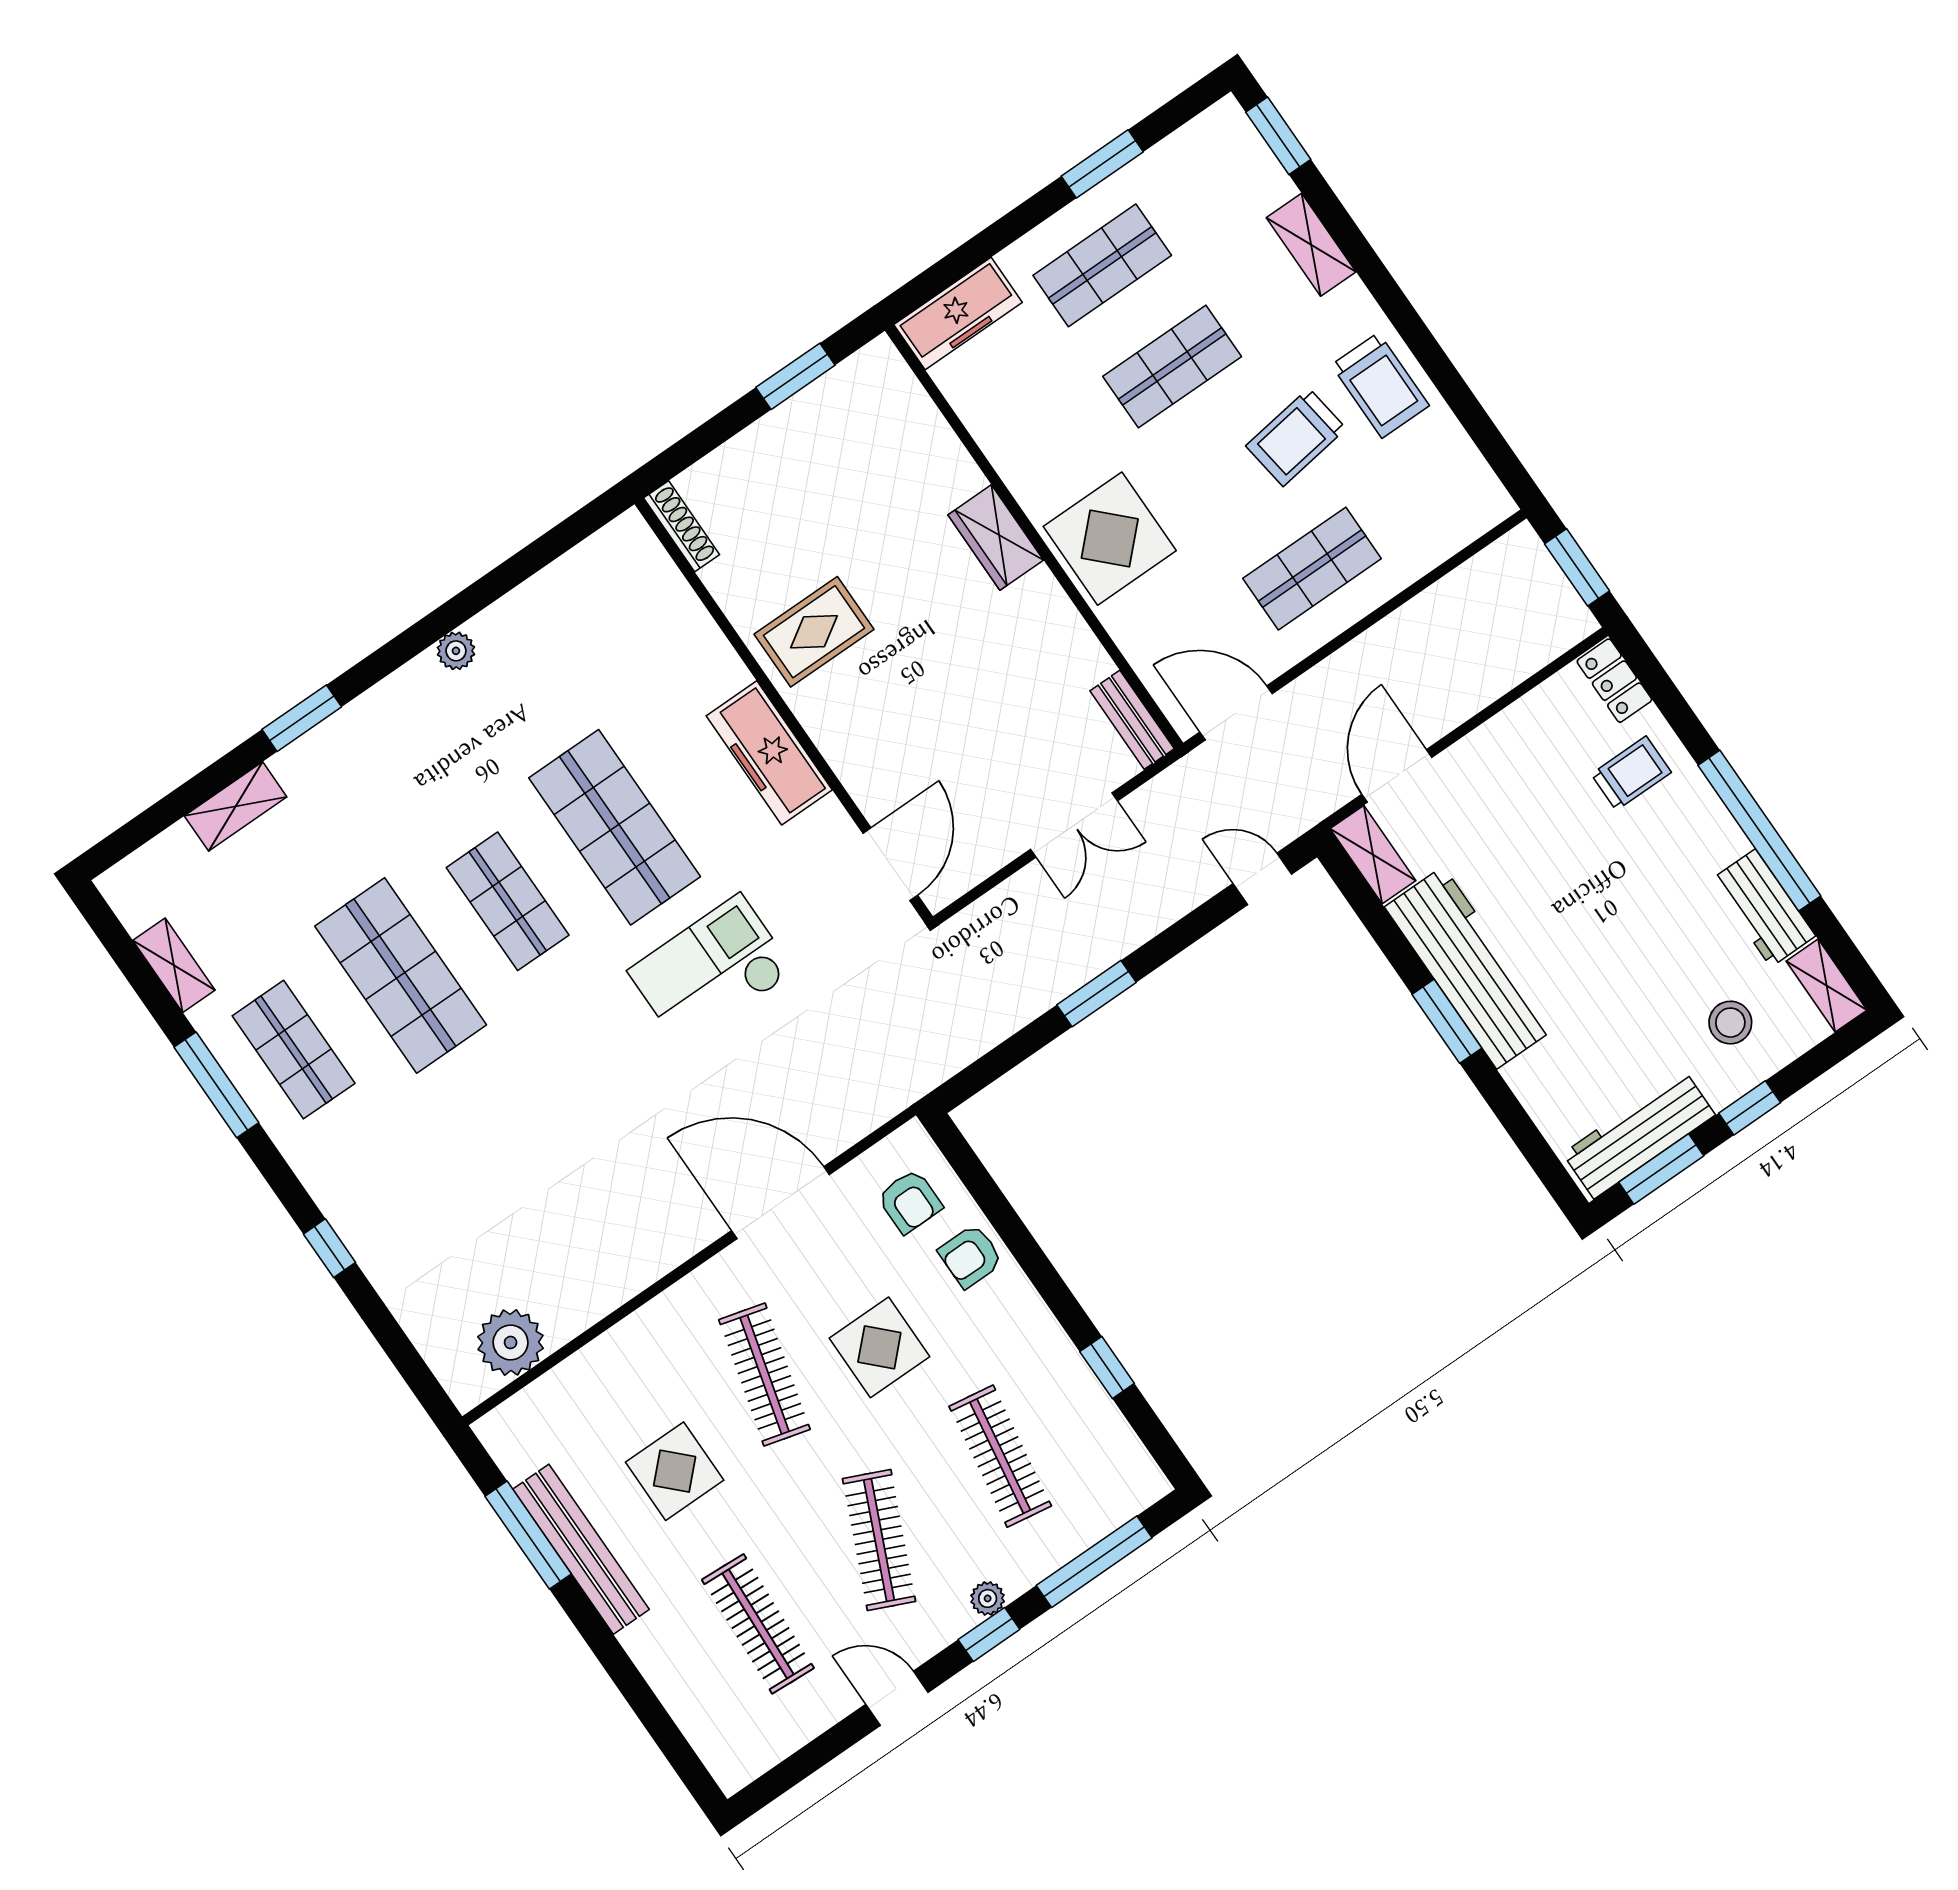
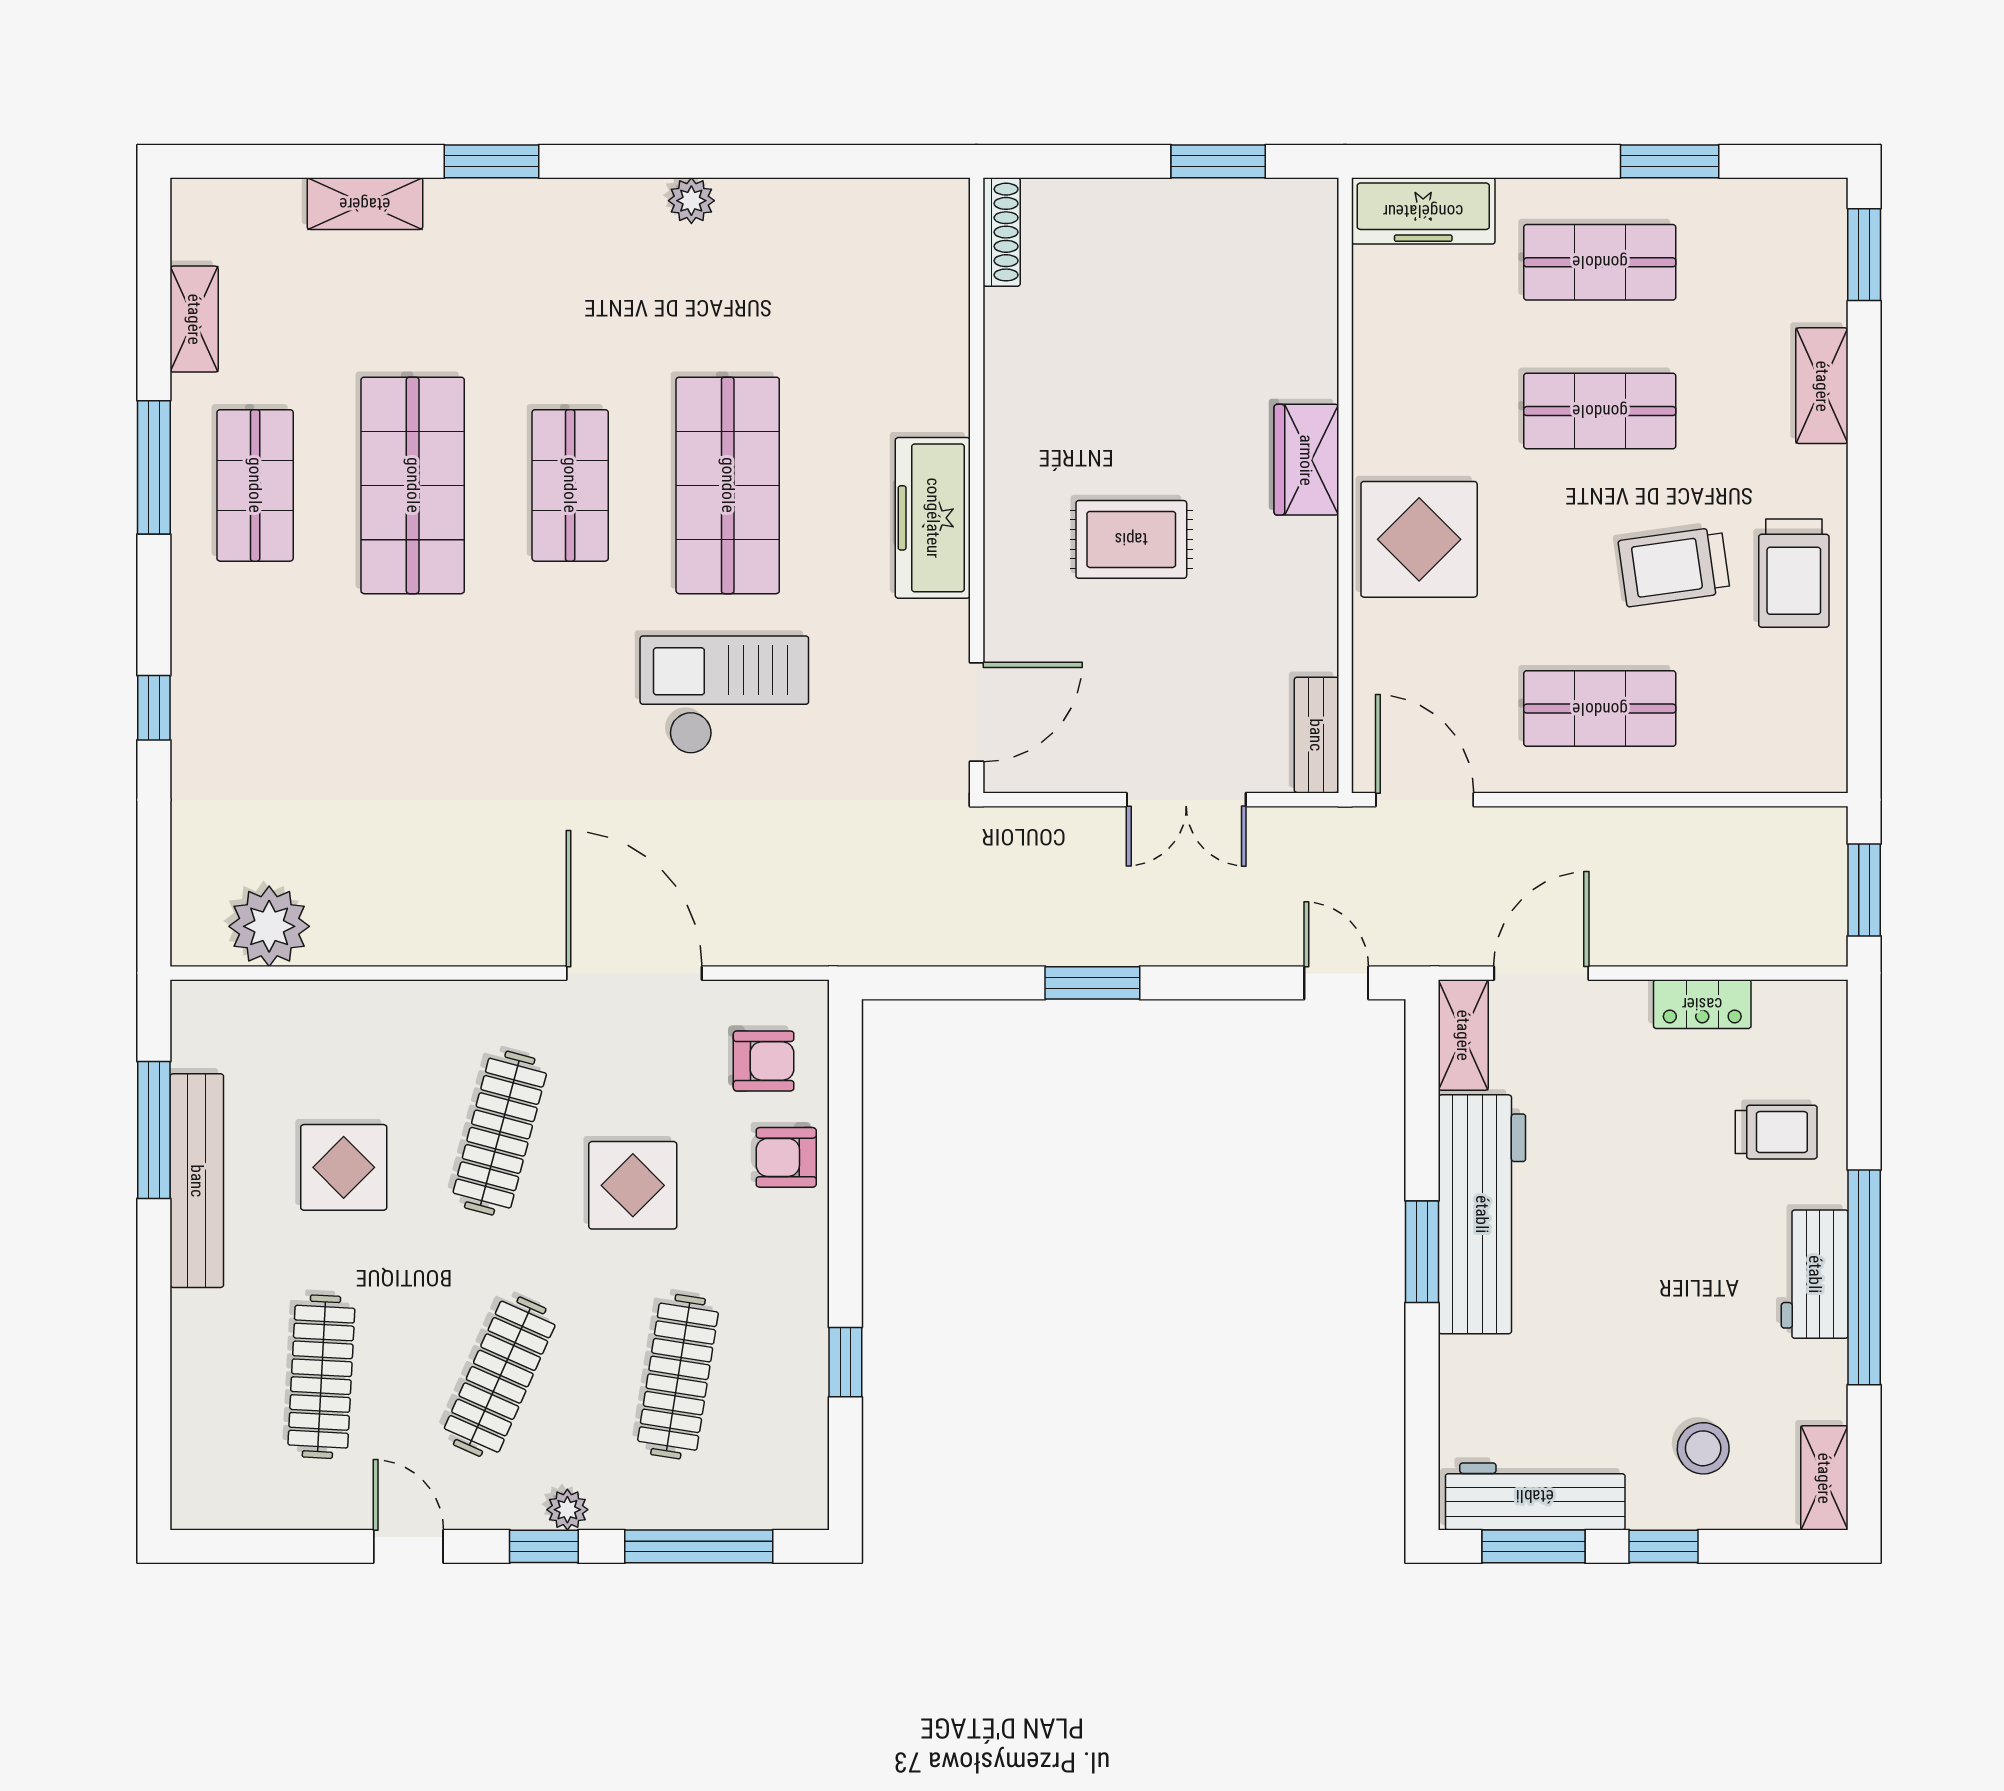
rug: (814, 632) -> (1131, 539), moved
locker: (1614, 681) -> (1702, 1004), moved, turned -90
workbench: (1763, 908) -> (1815, 1274), moved
armchair: (910, 1201) -> (764, 1061), turned -90

